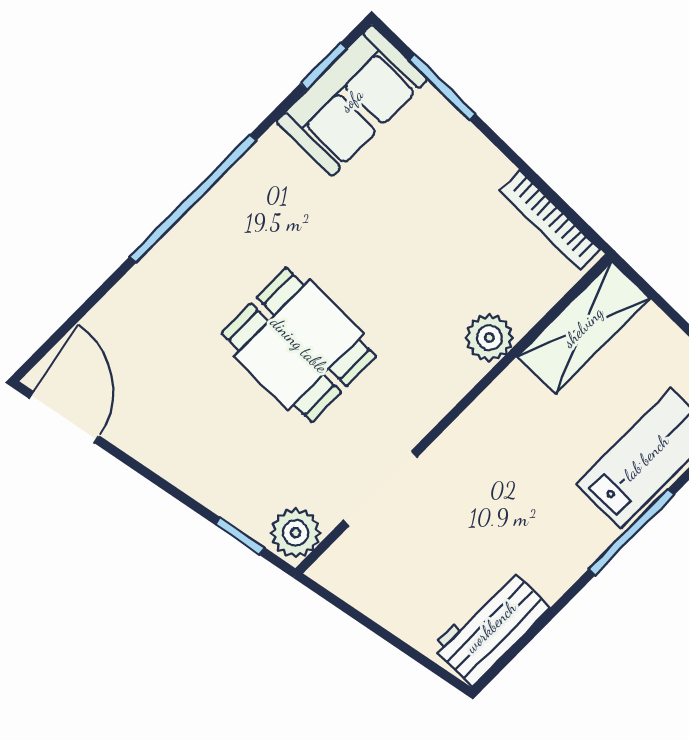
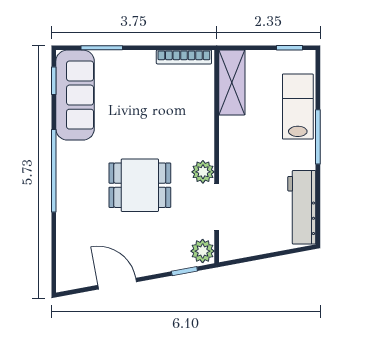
sofa: (352, 100) -> (75, 95), width x1.36
plant: (489, 338) -> (203, 172), moved
door: (64, 417) -> (117, 284), moved
workbench: (491, 627) -> (302, 207), width x1.37

